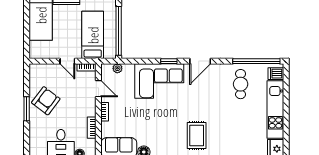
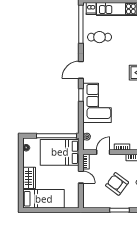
bed: (93, 35) -> (60, 152), width x1.50
door: (67, 61) -> (81, 177), hinge flipped
door: (200, 61) -> (81, 70), swing flipped
armchair: (46, 101) -> (117, 184), moved

